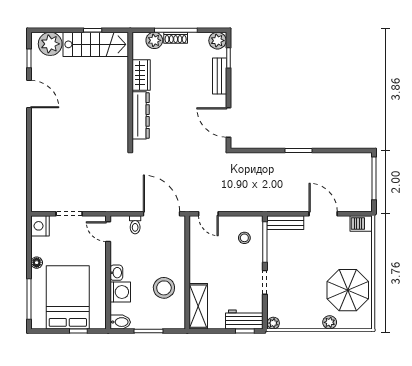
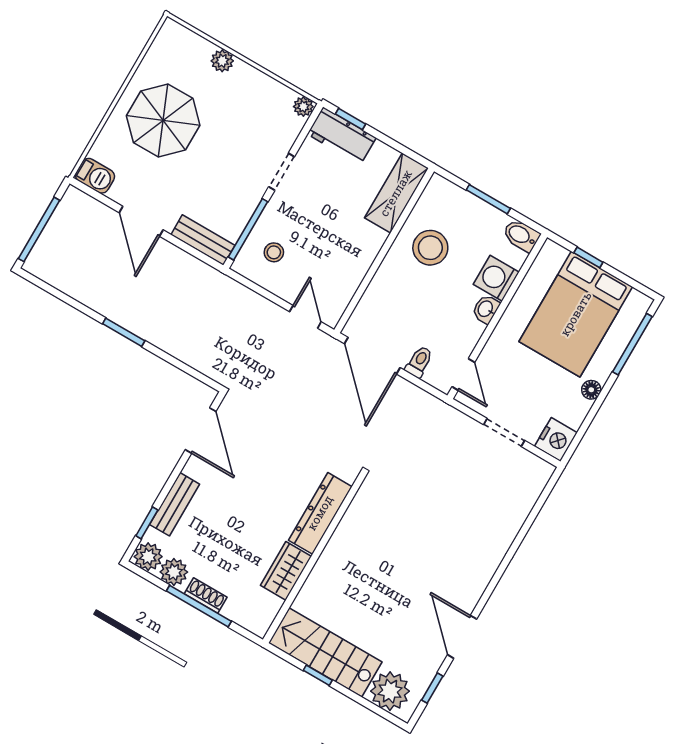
plant: (154, 40) -> (174, 572), moved
parasol: (348, 290) -> (163, 121), moved

